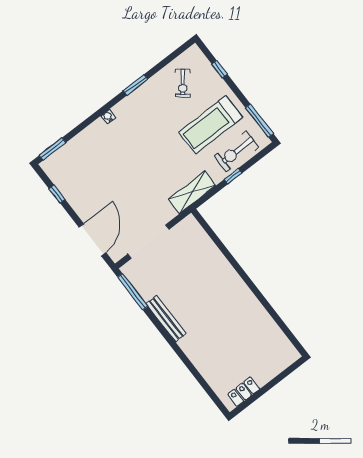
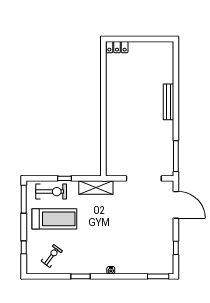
door: (92, 240) -> (176, 205), swing flipped
bench: (166, 319) -> (169, 102), moved
locker: (244, 392) -> (117, 47), moved

